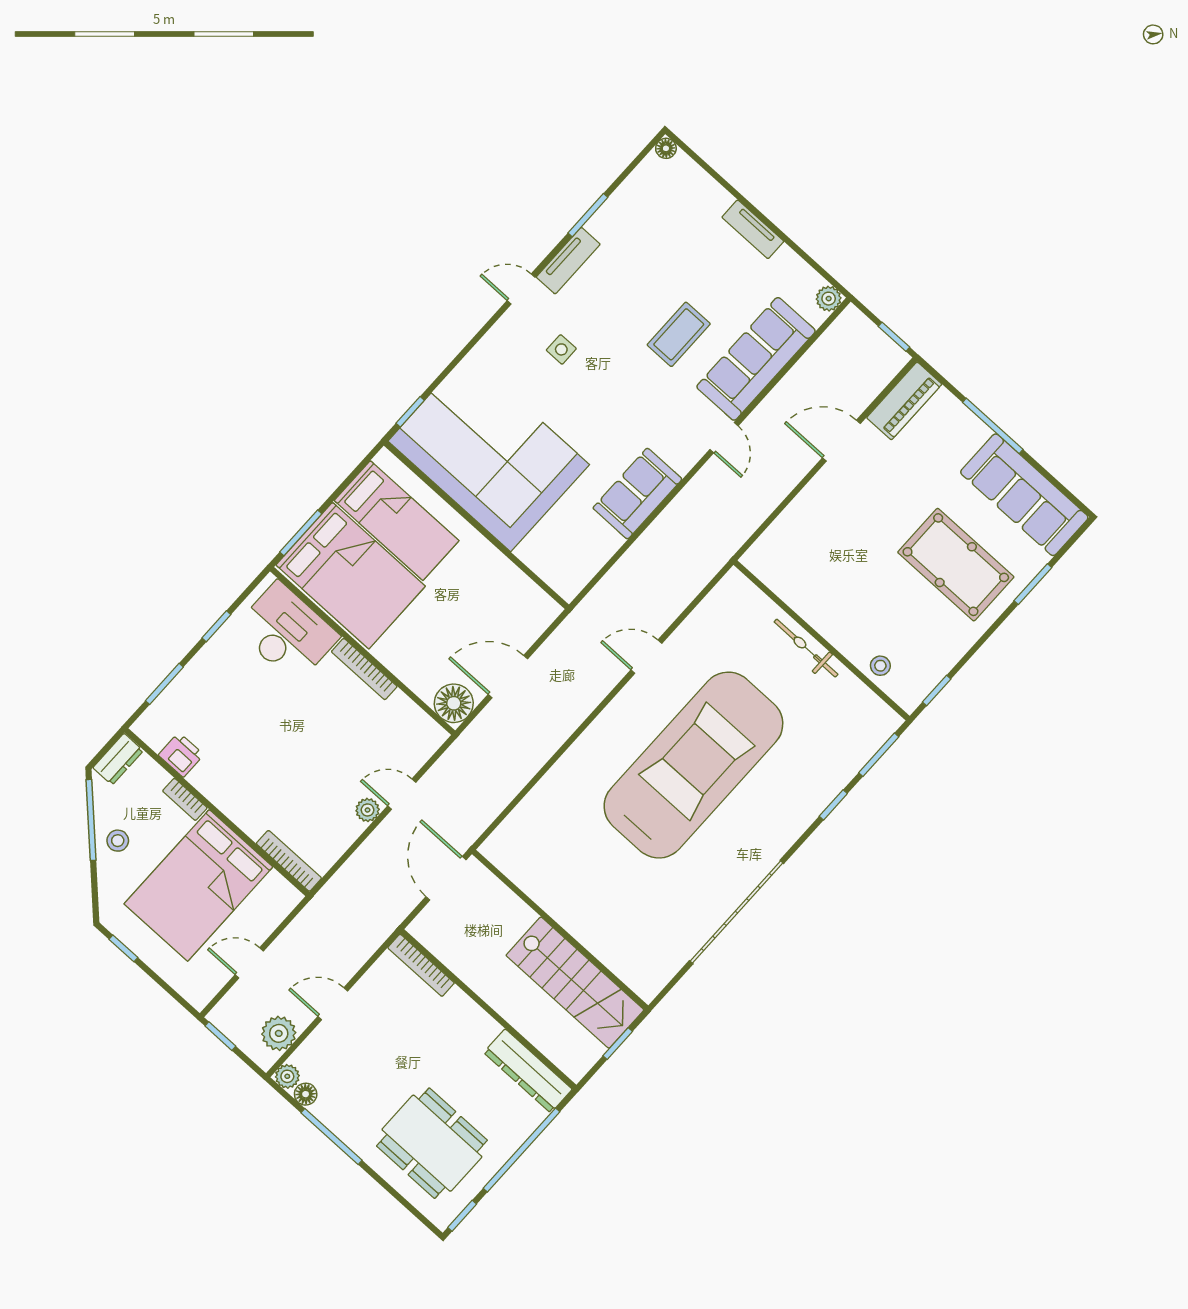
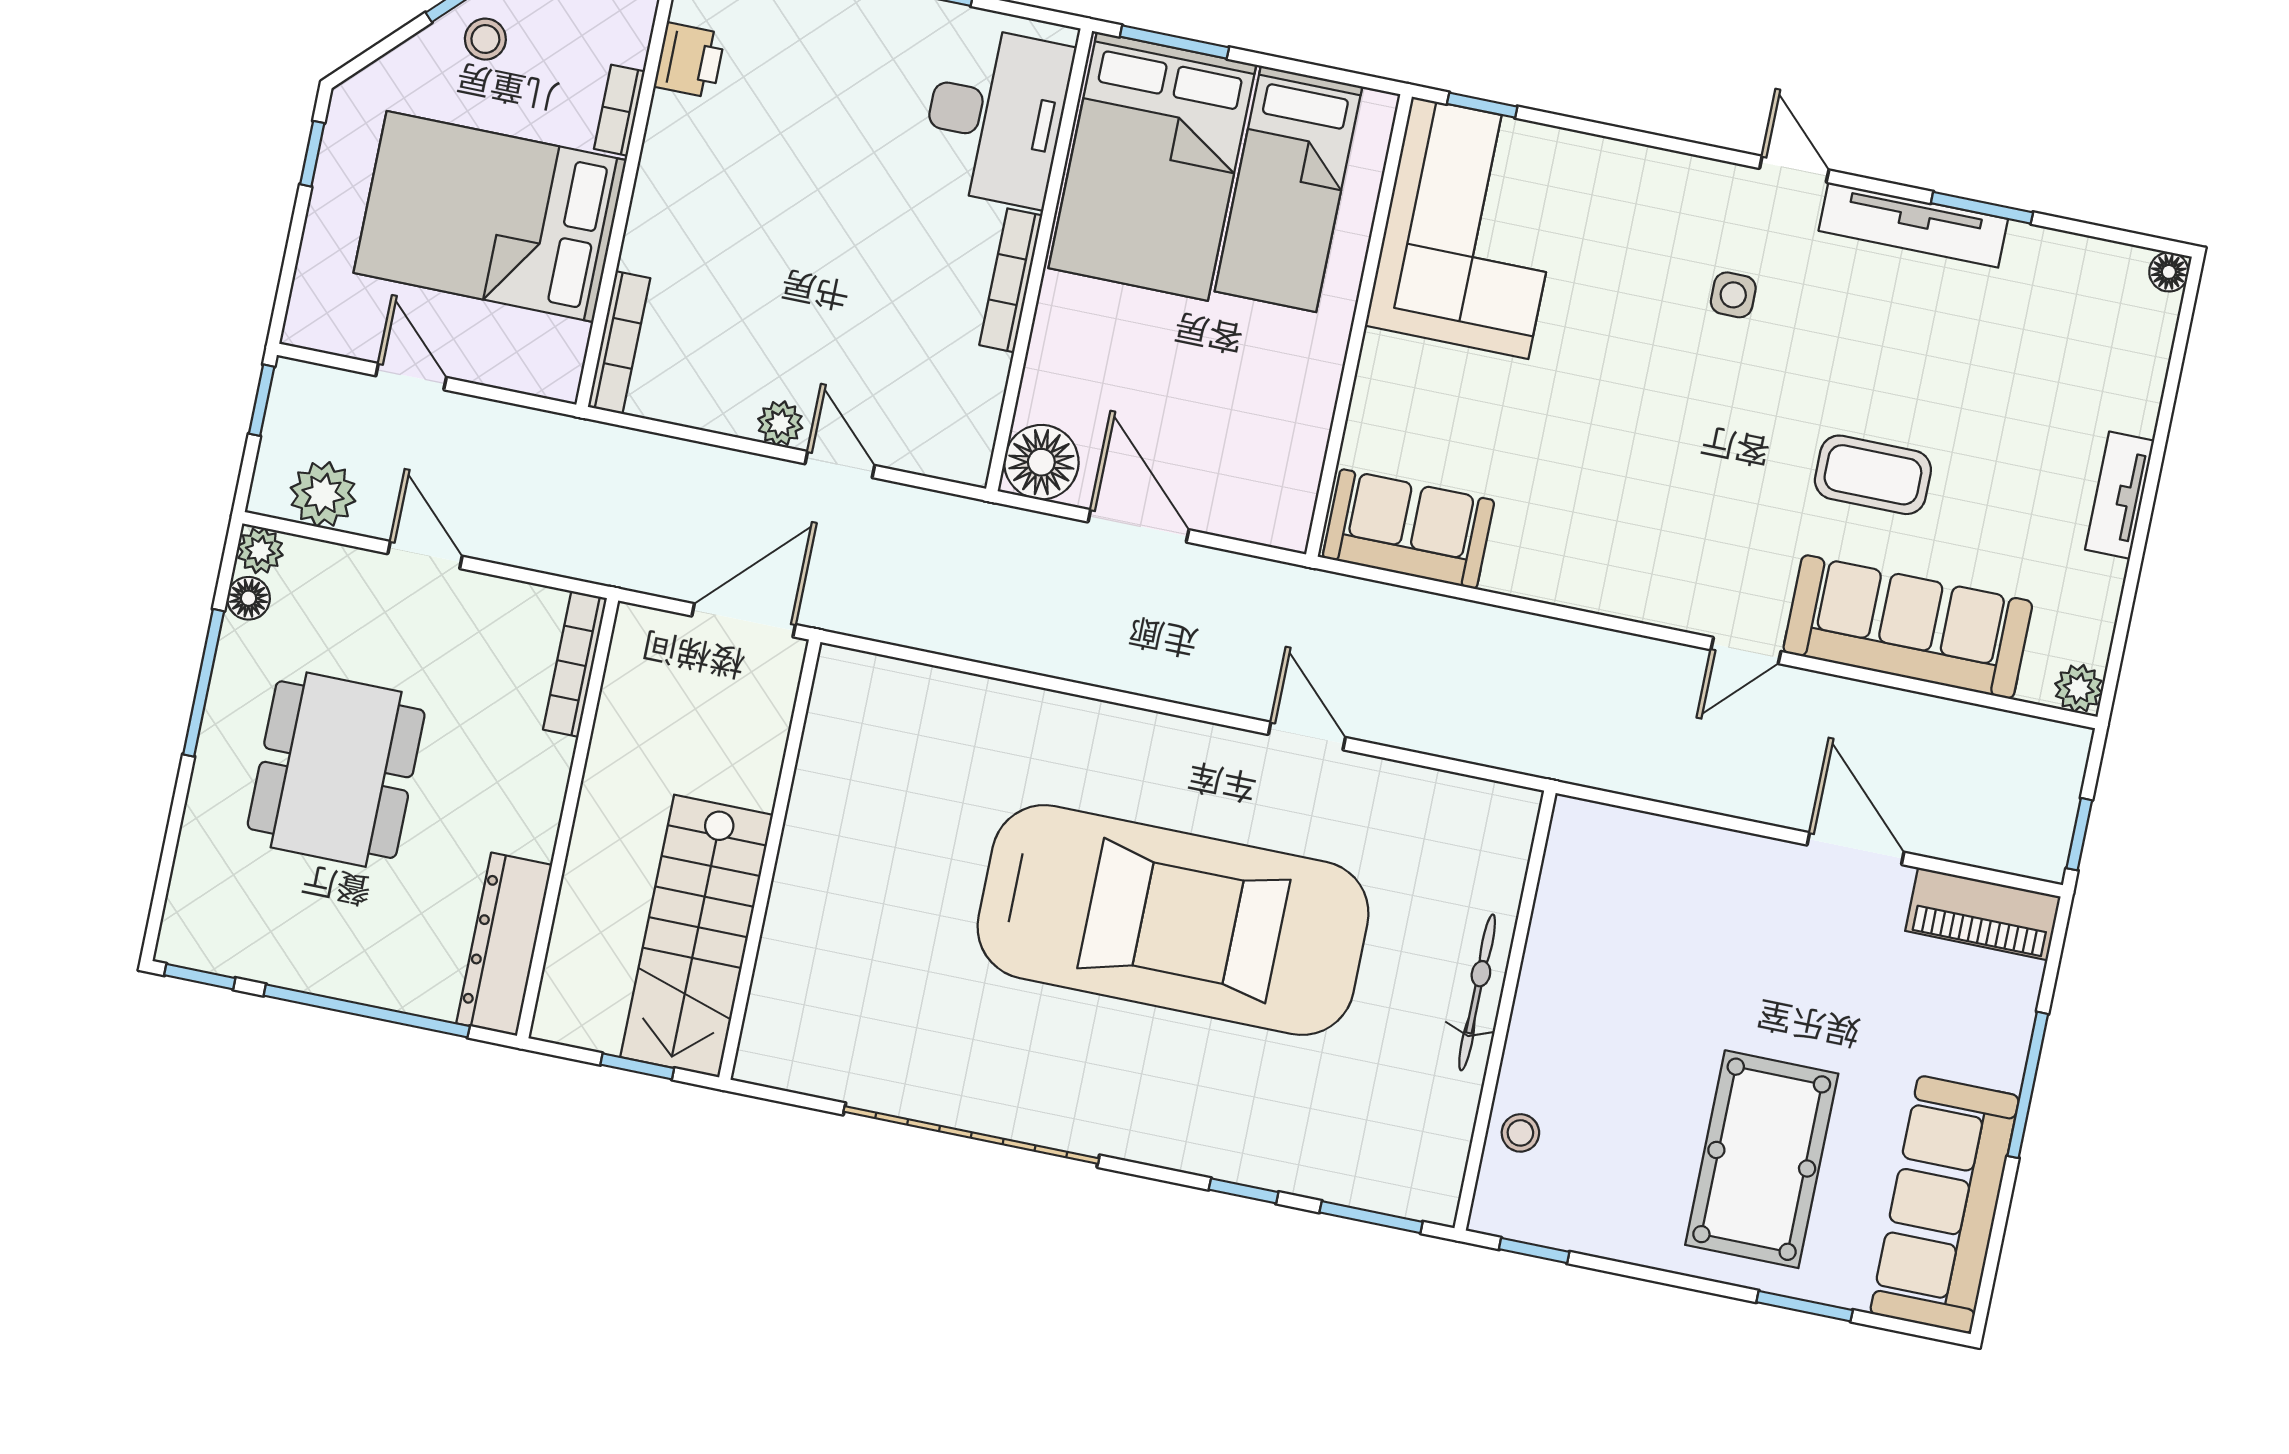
tv unit: (568, 261) -> (1913, 225), width x1.41
corner sofa: (489, 453) -> (1470, 228), width x0.73, depth x0.74
sofa: (637, 494) -> (1408, 529), moved
dining table: (432, 1143) -> (336, 770), moved

